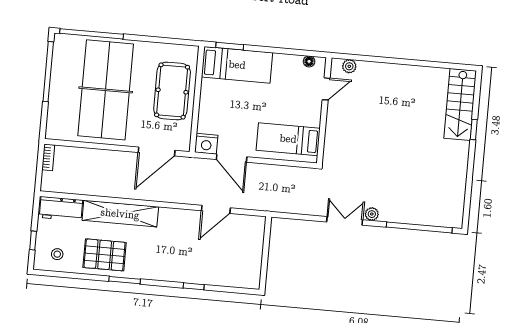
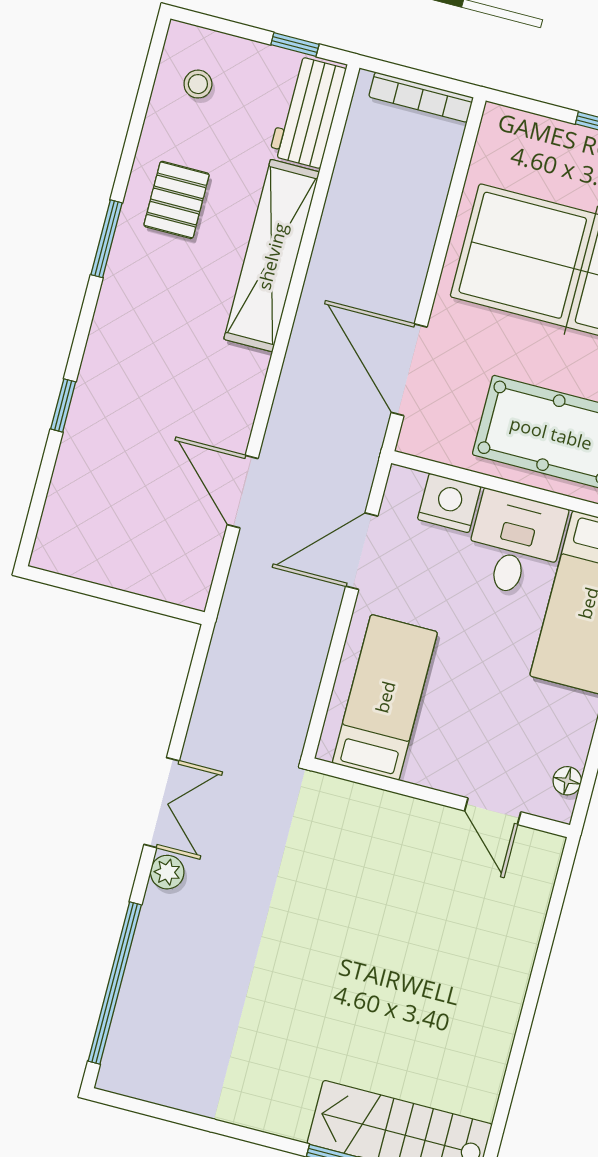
plant: (349, 66) -> (539, 878), removed
desk: (219, 98) -> (515, 544), added
nightstand: (206, 144) -> (449, 503), moved, turned 90
bookcase: (48, 157) -> (421, 97), width x1.56
window: (33, 241) -> (295, 44), moved
pallet: (105, 255) -> (177, 200), width x0.67, depth x0.71

